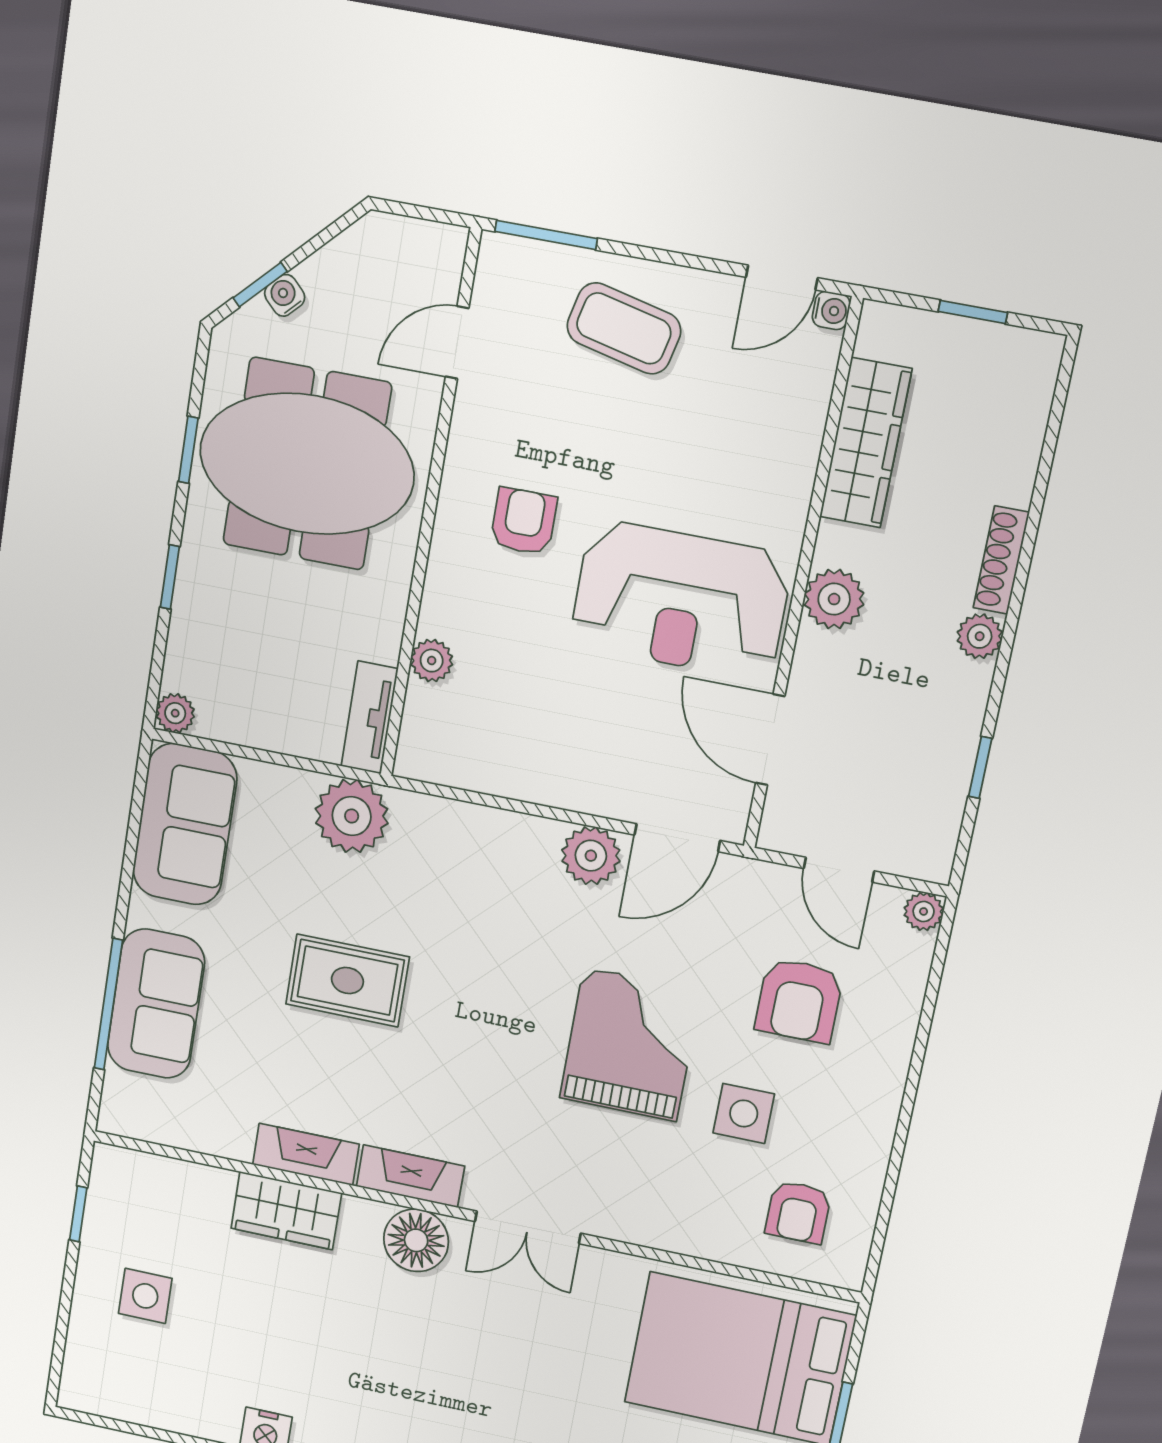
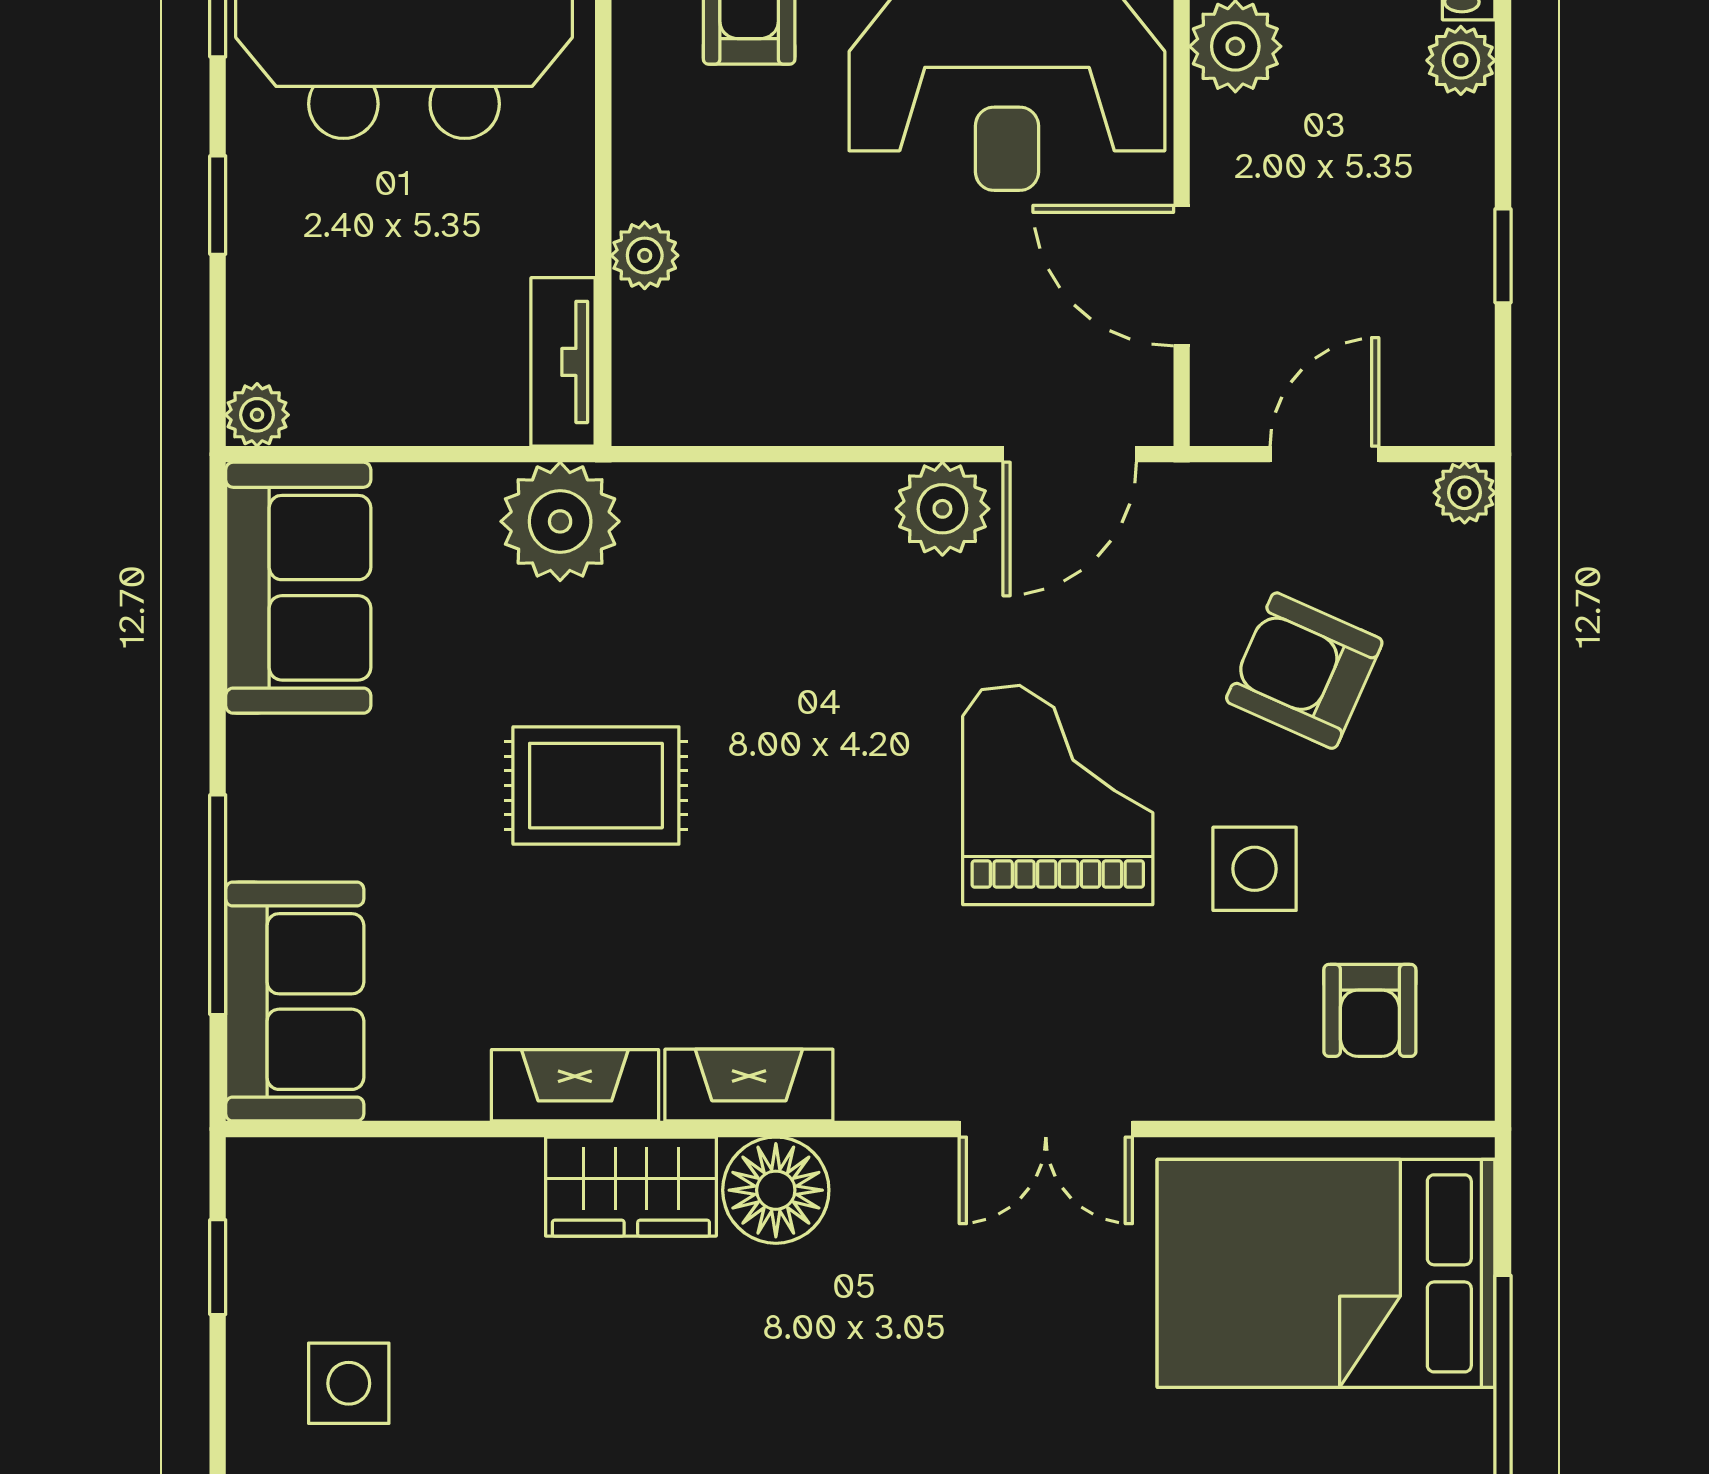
door: (839, 870) -> (1324, 454), swing flipped
armchair: (799, 1000) -> (1304, 671), turned 114
sofa: (156, 1004) -> (295, 1002), moved
wardrobe: (286, 1211) -> (631, 1187), moved
double door: (528, 1227) -> (1046, 1129), moved

